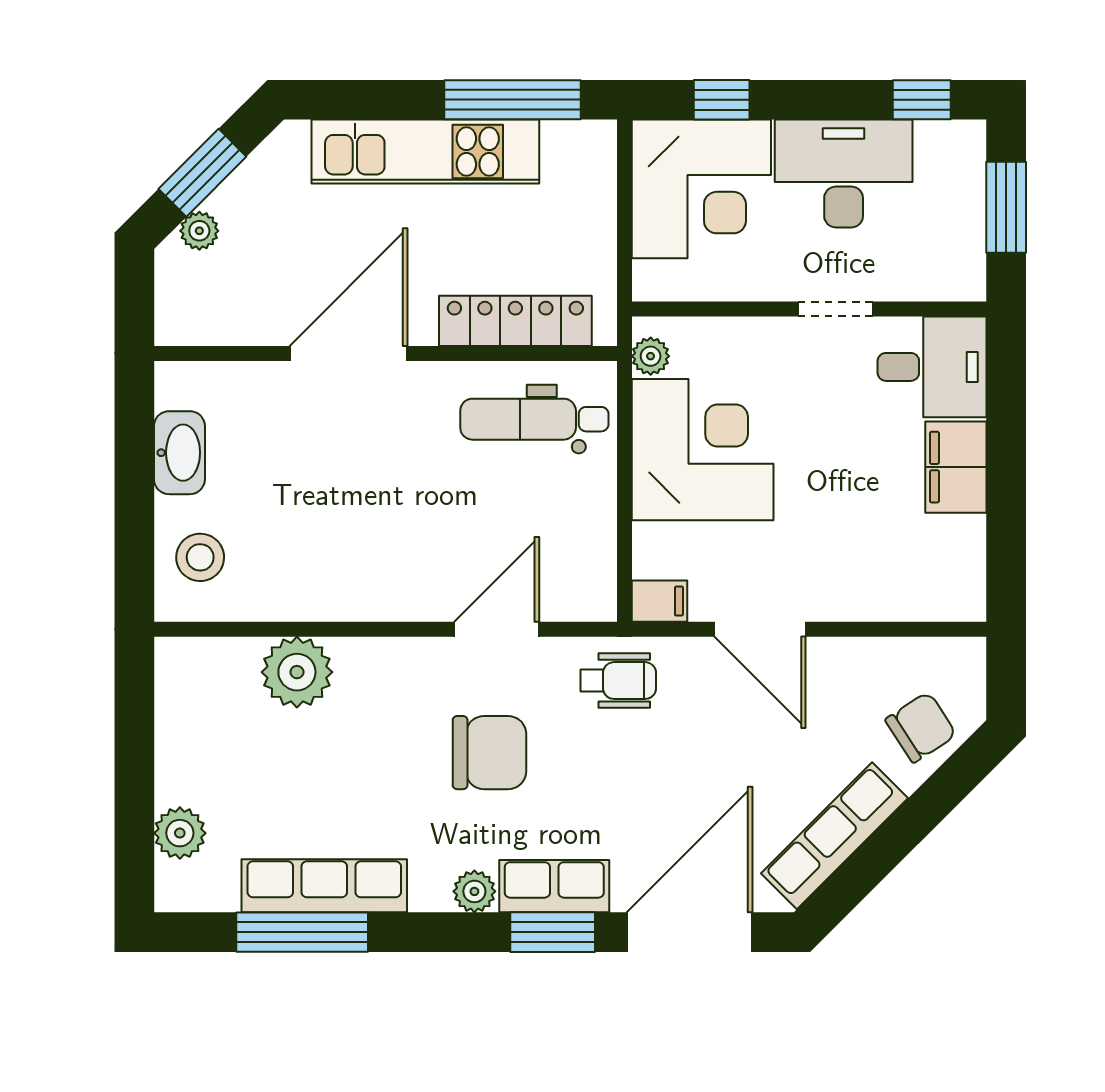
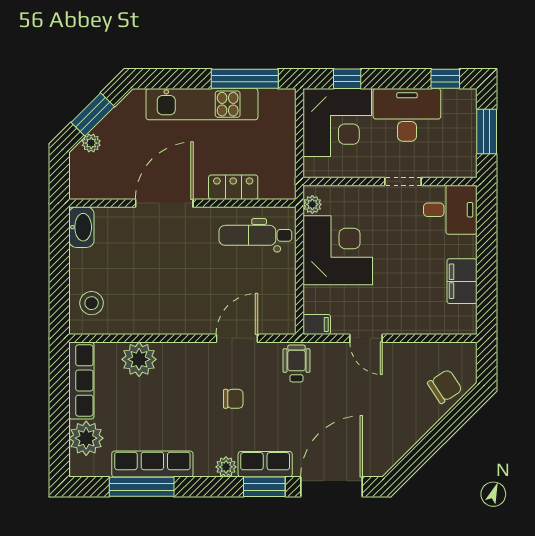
locker: (515, 321) -> (233, 187), width x0.66
washbasin: (179, 453) -> (81, 227), moved
filing cabinet: (956, 467) -> (462, 281), moved
door: (760, 629) -> (366, 338), width x0.73
wheelchair: (618, 681) -> (296, 363), turned -90
chair: (489, 753) -> (233, 399), width x0.54, depth x0.54
plant: (180, 833) -> (86, 438), width x1.36, depth x1.36
row of seats: (835, 836) -> (81, 381), moved, turned 135

